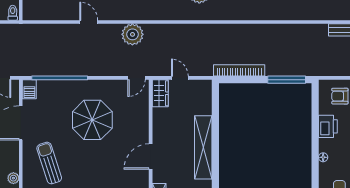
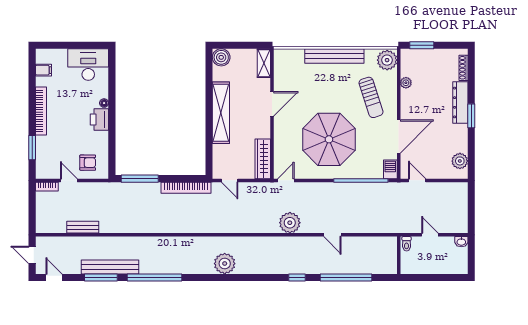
door: (180, 78) -> (230, 180), moved
wardrobe: (160, 93) -> (263, 159), width x1.50
parasol: (92, 120) -> (329, 139), width x1.36, depth x1.36
printer: (328, 126) -> (99, 119), moved

